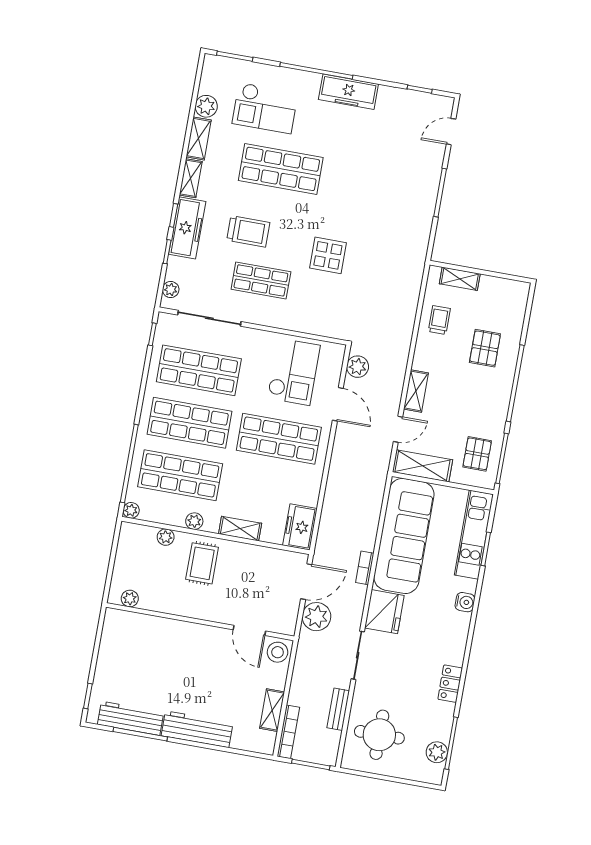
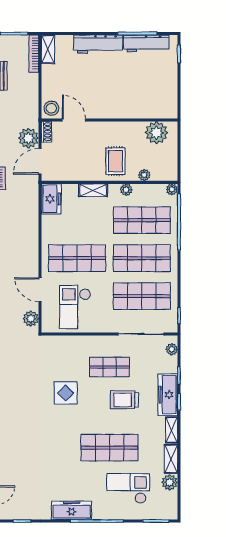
plant: (130, 599) -> (156, 133), width x1.88, depth x1.88
shoe rack: (290, 621) -> (46, 132), added
shelving: (272, 710) -> (48, 49), moved

